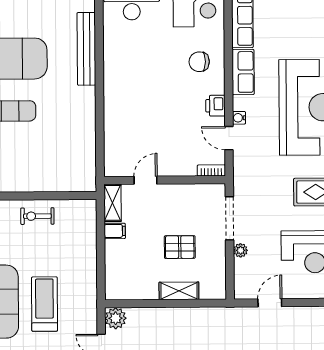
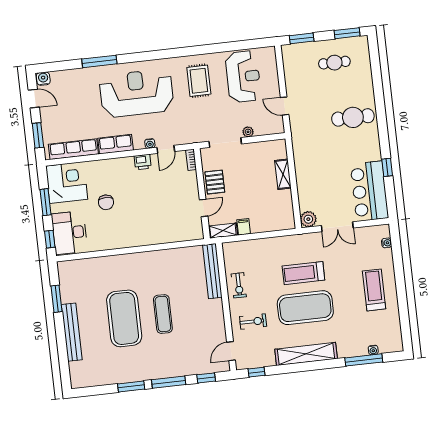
bench: (86, 49) -> (212, 271), moved, turned 90
chair: (199, 62) -> (106, 202), moved
door: (146, 180) -> (204, 208), swing flipped
pallet: (180, 247) -> (215, 182), moved

